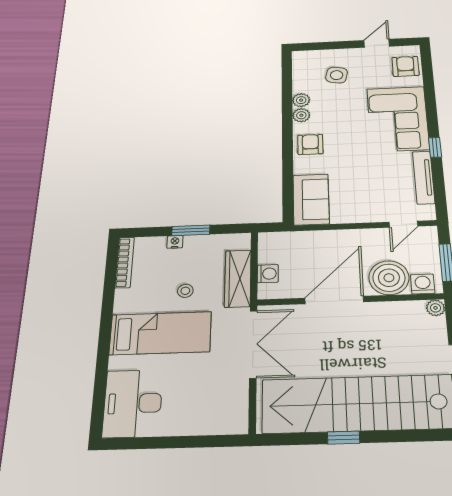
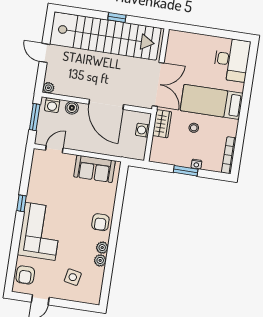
tv unit: (424, 177) -> (34, 182), removed
sofa: (311, 199) -> (95, 169), moved, turned -90
wardrobe: (238, 278) -> (162, 124), width x0.67
boiler: (389, 278) -> (72, 108), width x0.54, depth x0.54
door: (334, 300) -> (106, 104), hinge flipped
double door: (253, 344) -> (158, 84), swing flipped

